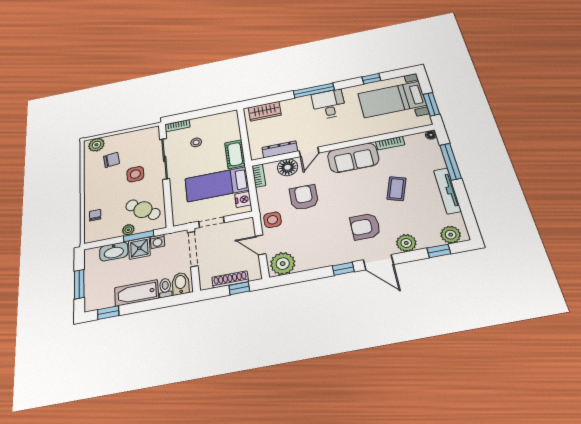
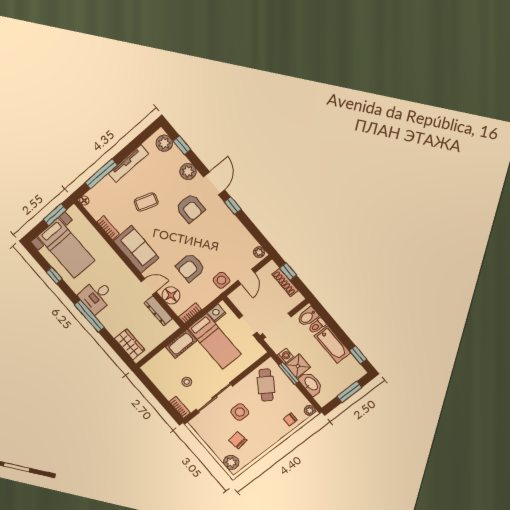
plant: (128, 230) -> (310, 410), moved
plant: (283, 264) -> (259, 252), width x0.53, depth x0.53

